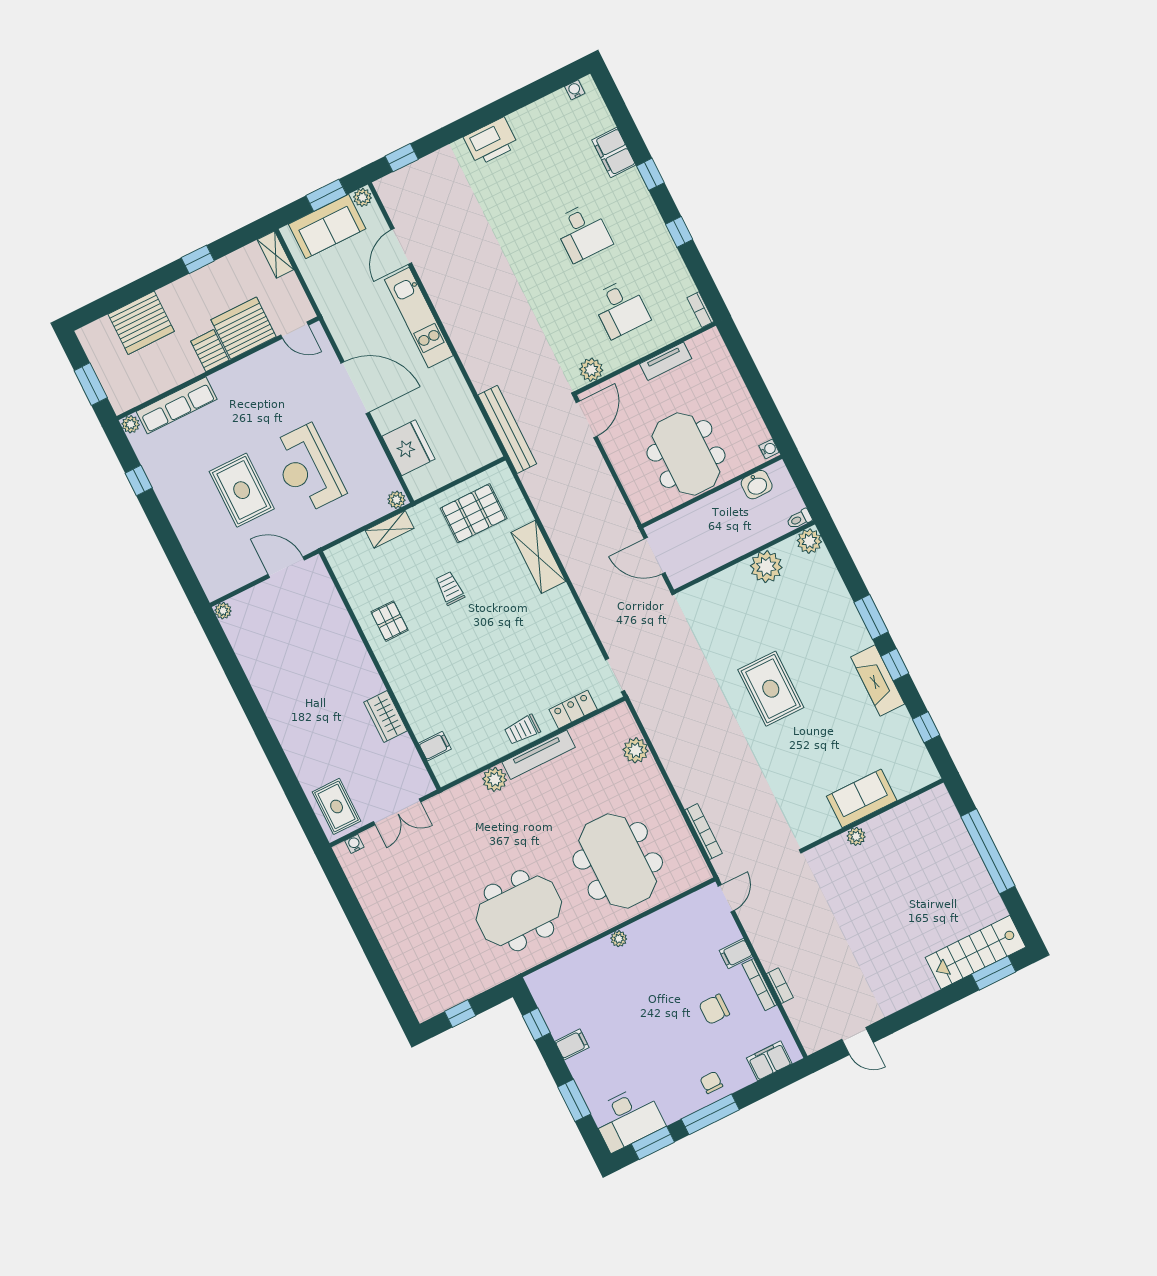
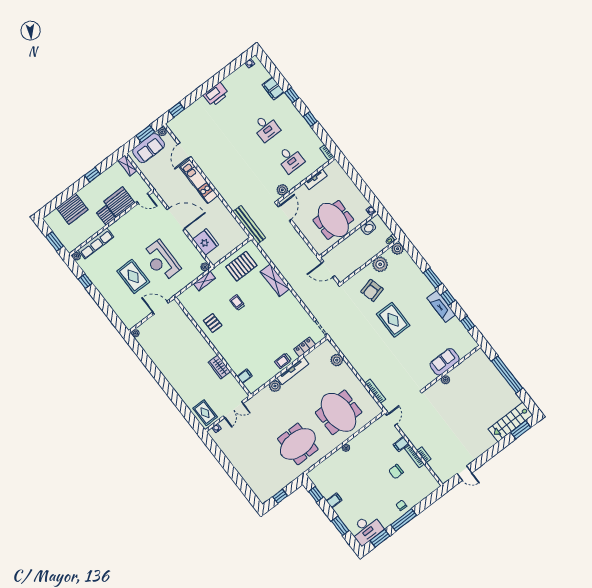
armchair: (738, 618) -> (372, 290), added
filing cabinet: (769, 1061) -> (426, 490), removed

